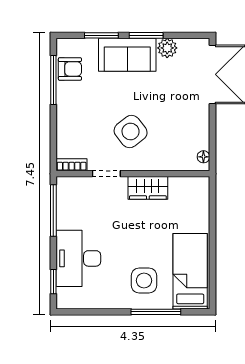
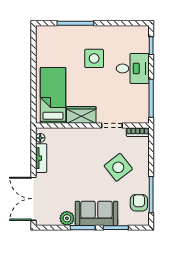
armchair: (70, 69) -> (139, 203), turned 90
tv unit: (202, 129) -> (41, 158), added
side table: (131, 132) -> (118, 167), moved
desk: (78, 258) -> (133, 68), width x0.73
bed: (190, 271) -> (53, 95), moved, turned 180
side table: (144, 280) -> (94, 58), moved

